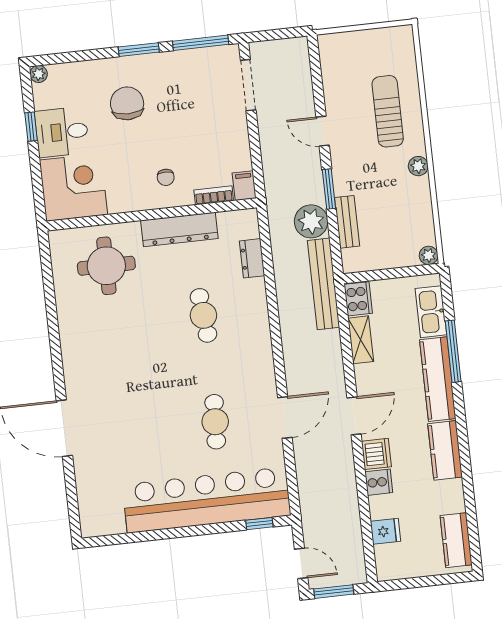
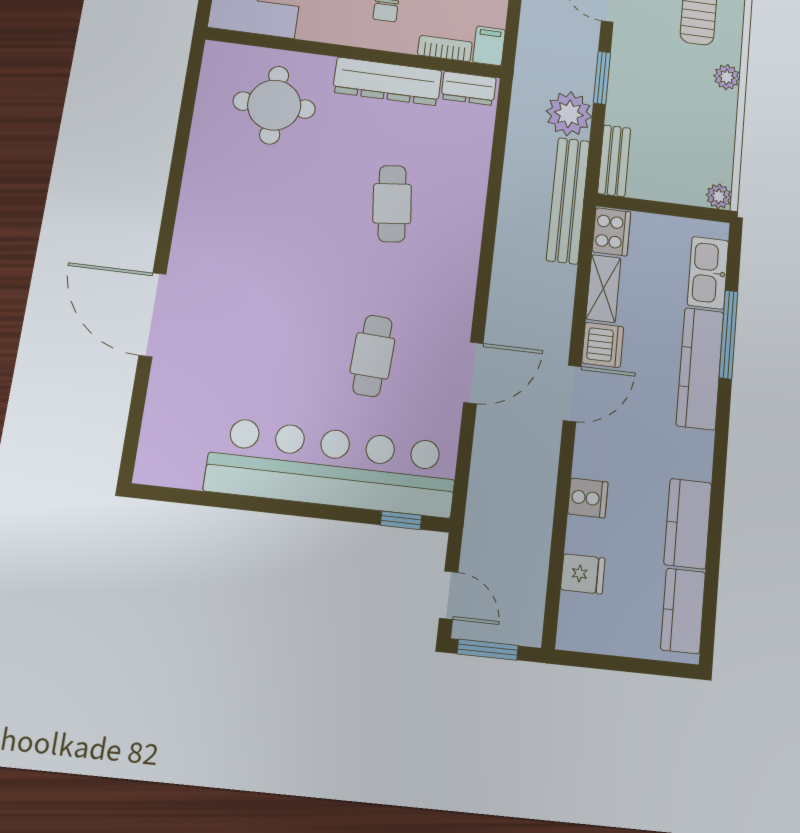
bench: (347, 222) -> (614, 161), moved
dresser: (252, 258) -> (469, 88), moved, turned -90
kitchen counter: (445, 450) -> (688, 524), moved
dishwasher: (376, 454) -> (603, 345), moved

